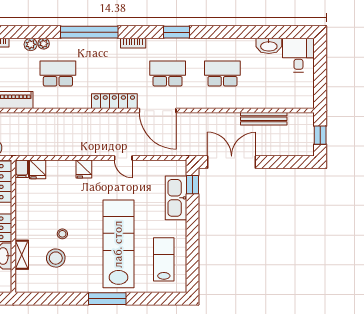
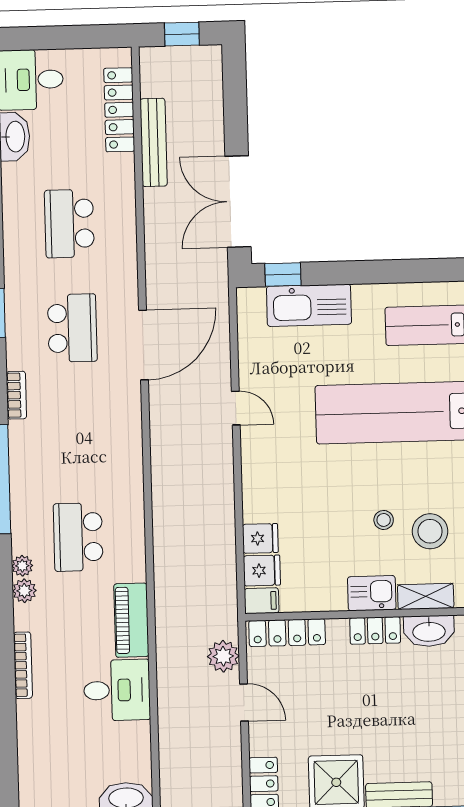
school desk: (168, 73) -> (72, 328), turned 180
locker: (114, 101) -> (119, 110), moved
door: (123, 158) -> (236, 408), hinge flipped
fridge: (84, 169) -> (260, 538), moved
kitchen sink: (24, 227) -> (372, 593), added

